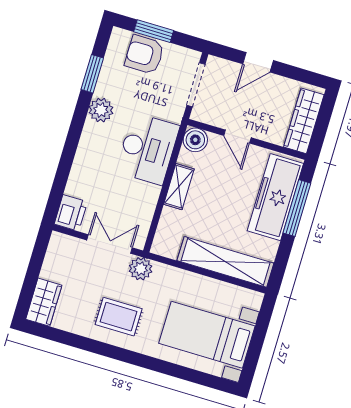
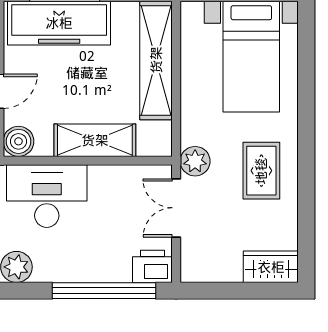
window: (63, 171) -> (104, 291), added
shelving: (179, 187) -> (95, 140), width x1.50, depth x1.33

